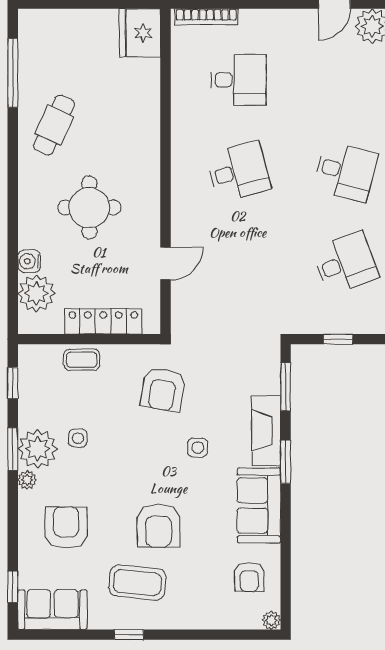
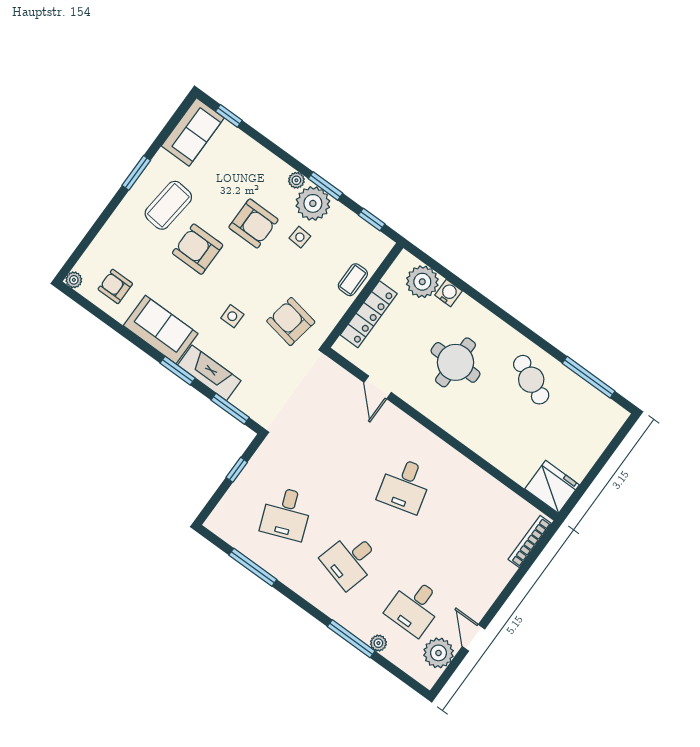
desk: (239, 80) -> (415, 607), moved
armchair: (66, 528) -> (253, 223), moved
window: (129, 635) -> (136, 173), width x1.50

